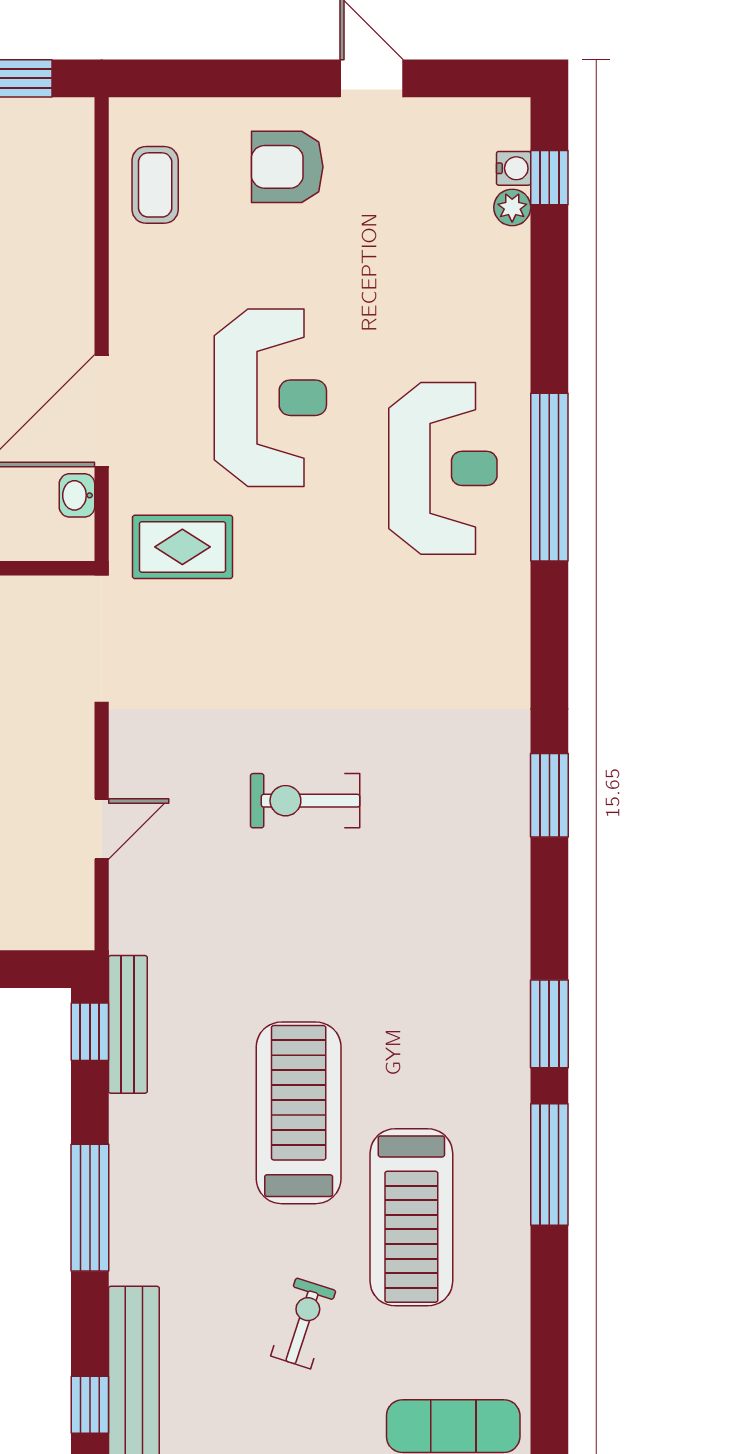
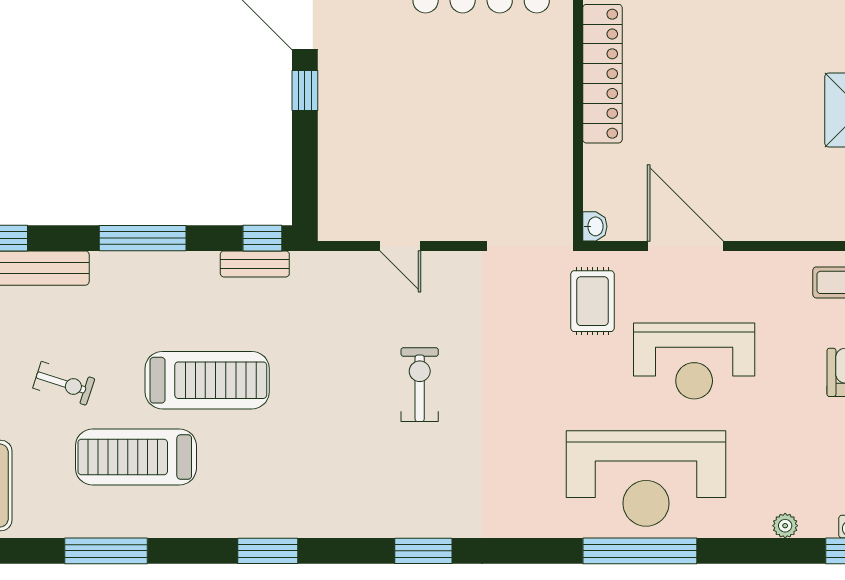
plant: (512, 207) -> (785, 526), moved
reception desk: (443, 468) -> (646, 478), width x1.36, depth x1.30
washbasin: (77, 495) -> (595, 226), moved, turned 90
bench: (128, 1024) -> (255, 264), width x0.73
window: (549, 1165) -> (106, 551), moved

